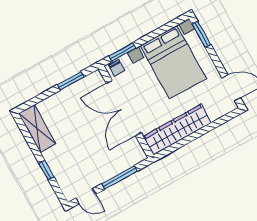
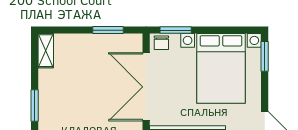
shelving: (37, 129) -> (46, 51), width x0.67, depth x0.75
window: (46, 170) -> (35, 106), width x1.50

